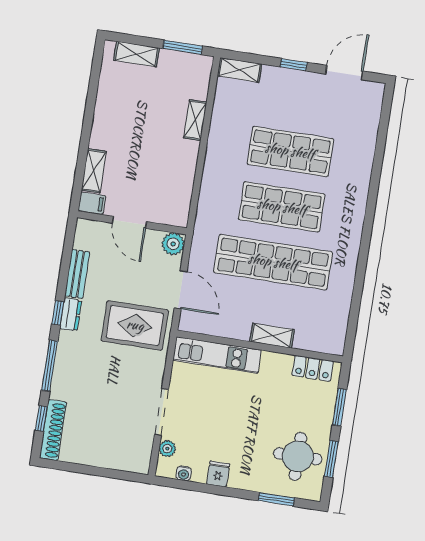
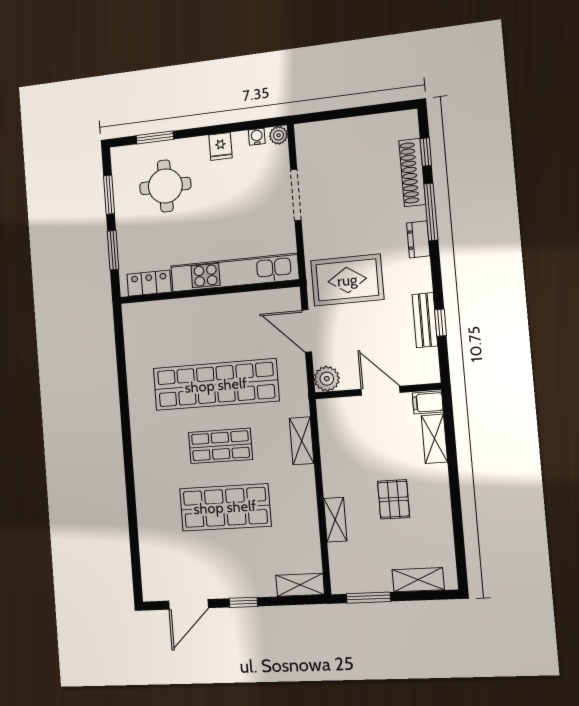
pallet: (141, 127) -> (394, 499), added
shop shelf: (282, 207) -> (220, 446), width x0.70, depth x0.74
window: (58, 313) -> (440, 323), moved
dresser: (71, 314) -> (418, 239), moved
shelving: (272, 336) -> (302, 441), moved, turned 90
kitchen unit: (217, 355) -> (234, 273), width x1.36
shoe rack: (53, 430) -> (412, 173), moved
plant: (167, 449) -> (279, 135), moved
round table: (298, 456) -> (165, 186), moved

